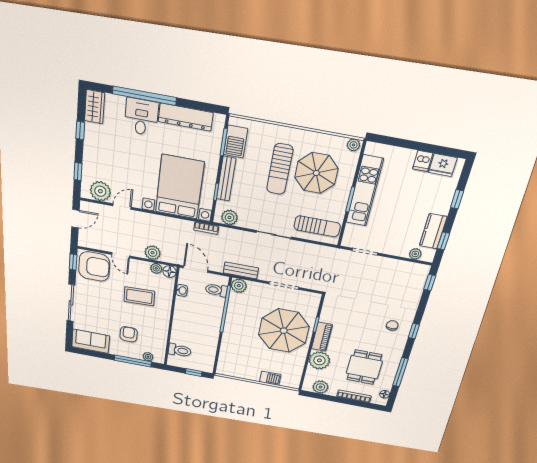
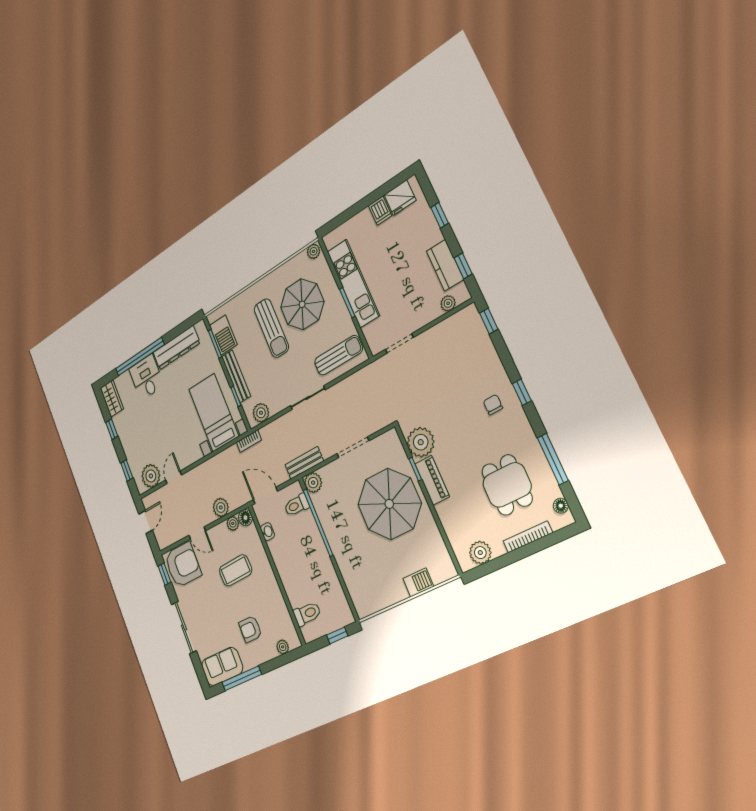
bed with nightstands: (180, 187) -> (214, 413), width x0.73
armchair: (129, 334) -> (250, 629), turned -90
plant: (319, 360) -> (421, 442), moved
window: (133, 361) -> (242, 678), moved

